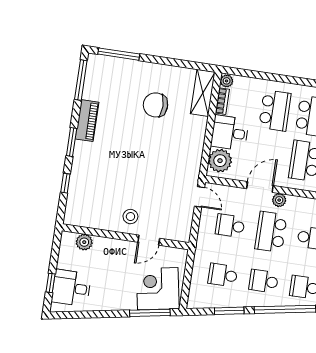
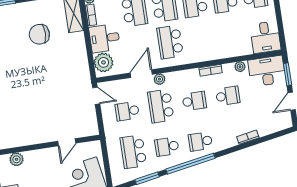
stool: (130, 217) -> (47, 128), removed
school desk: (223, 275) -> (133, 152), width x1.85

